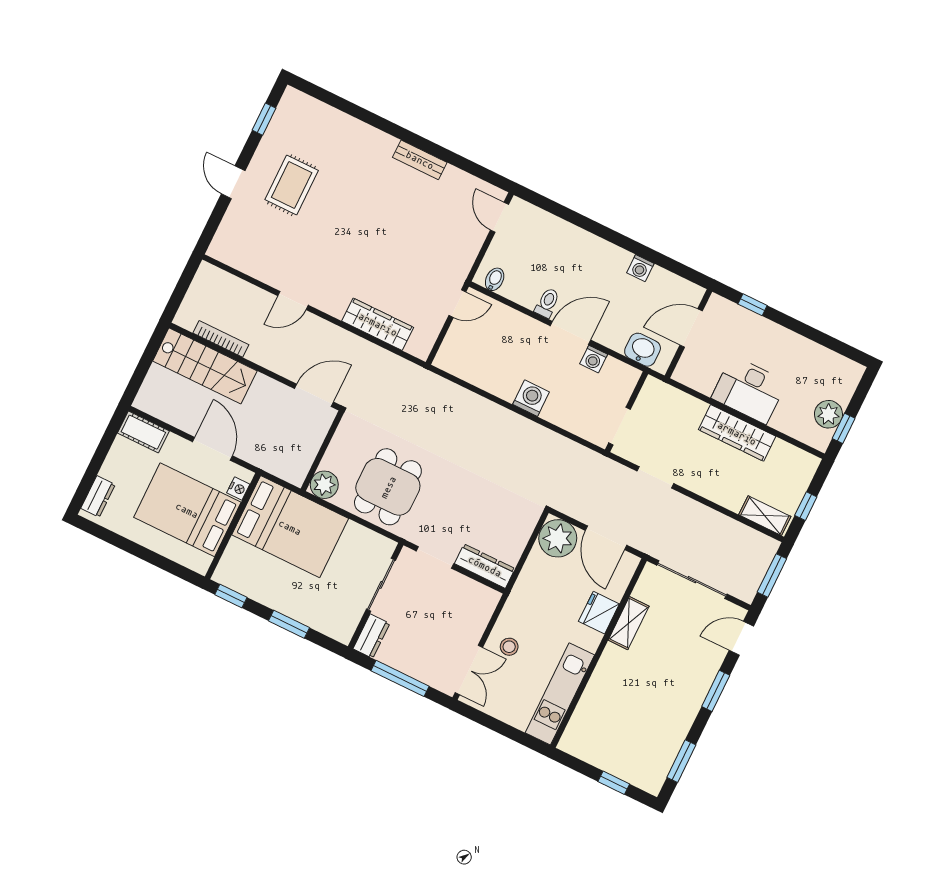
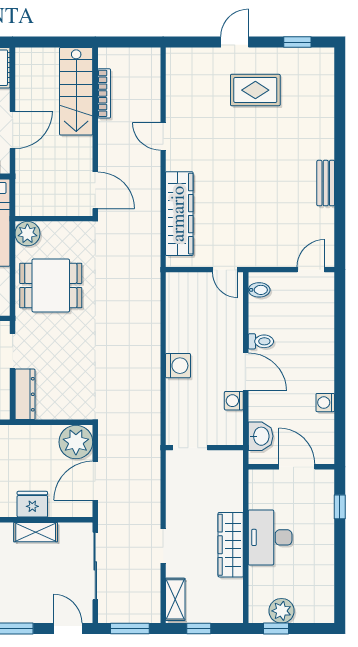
wardrobe: (378, 324) -> (179, 214), width x1.40, depth x1.17
doorway: (655, 477) -> (163, 546), moved

